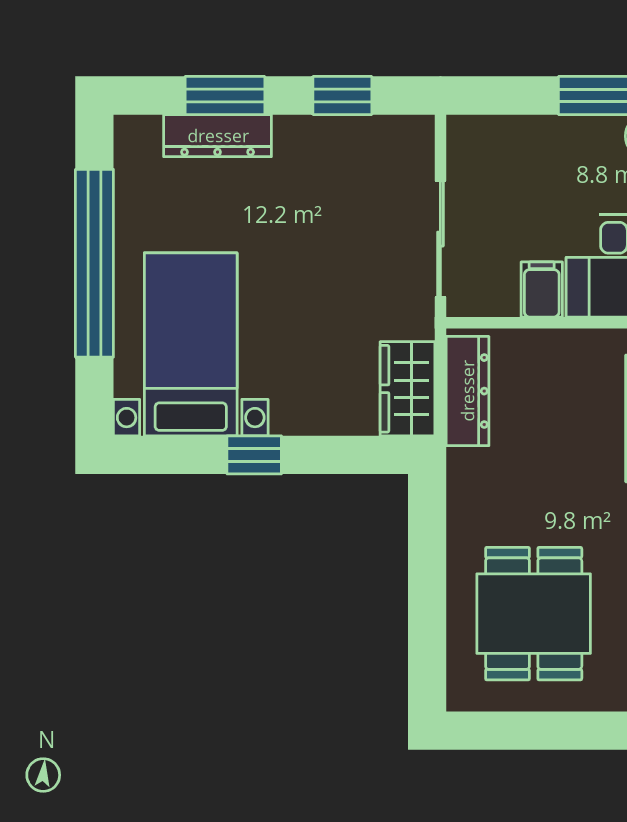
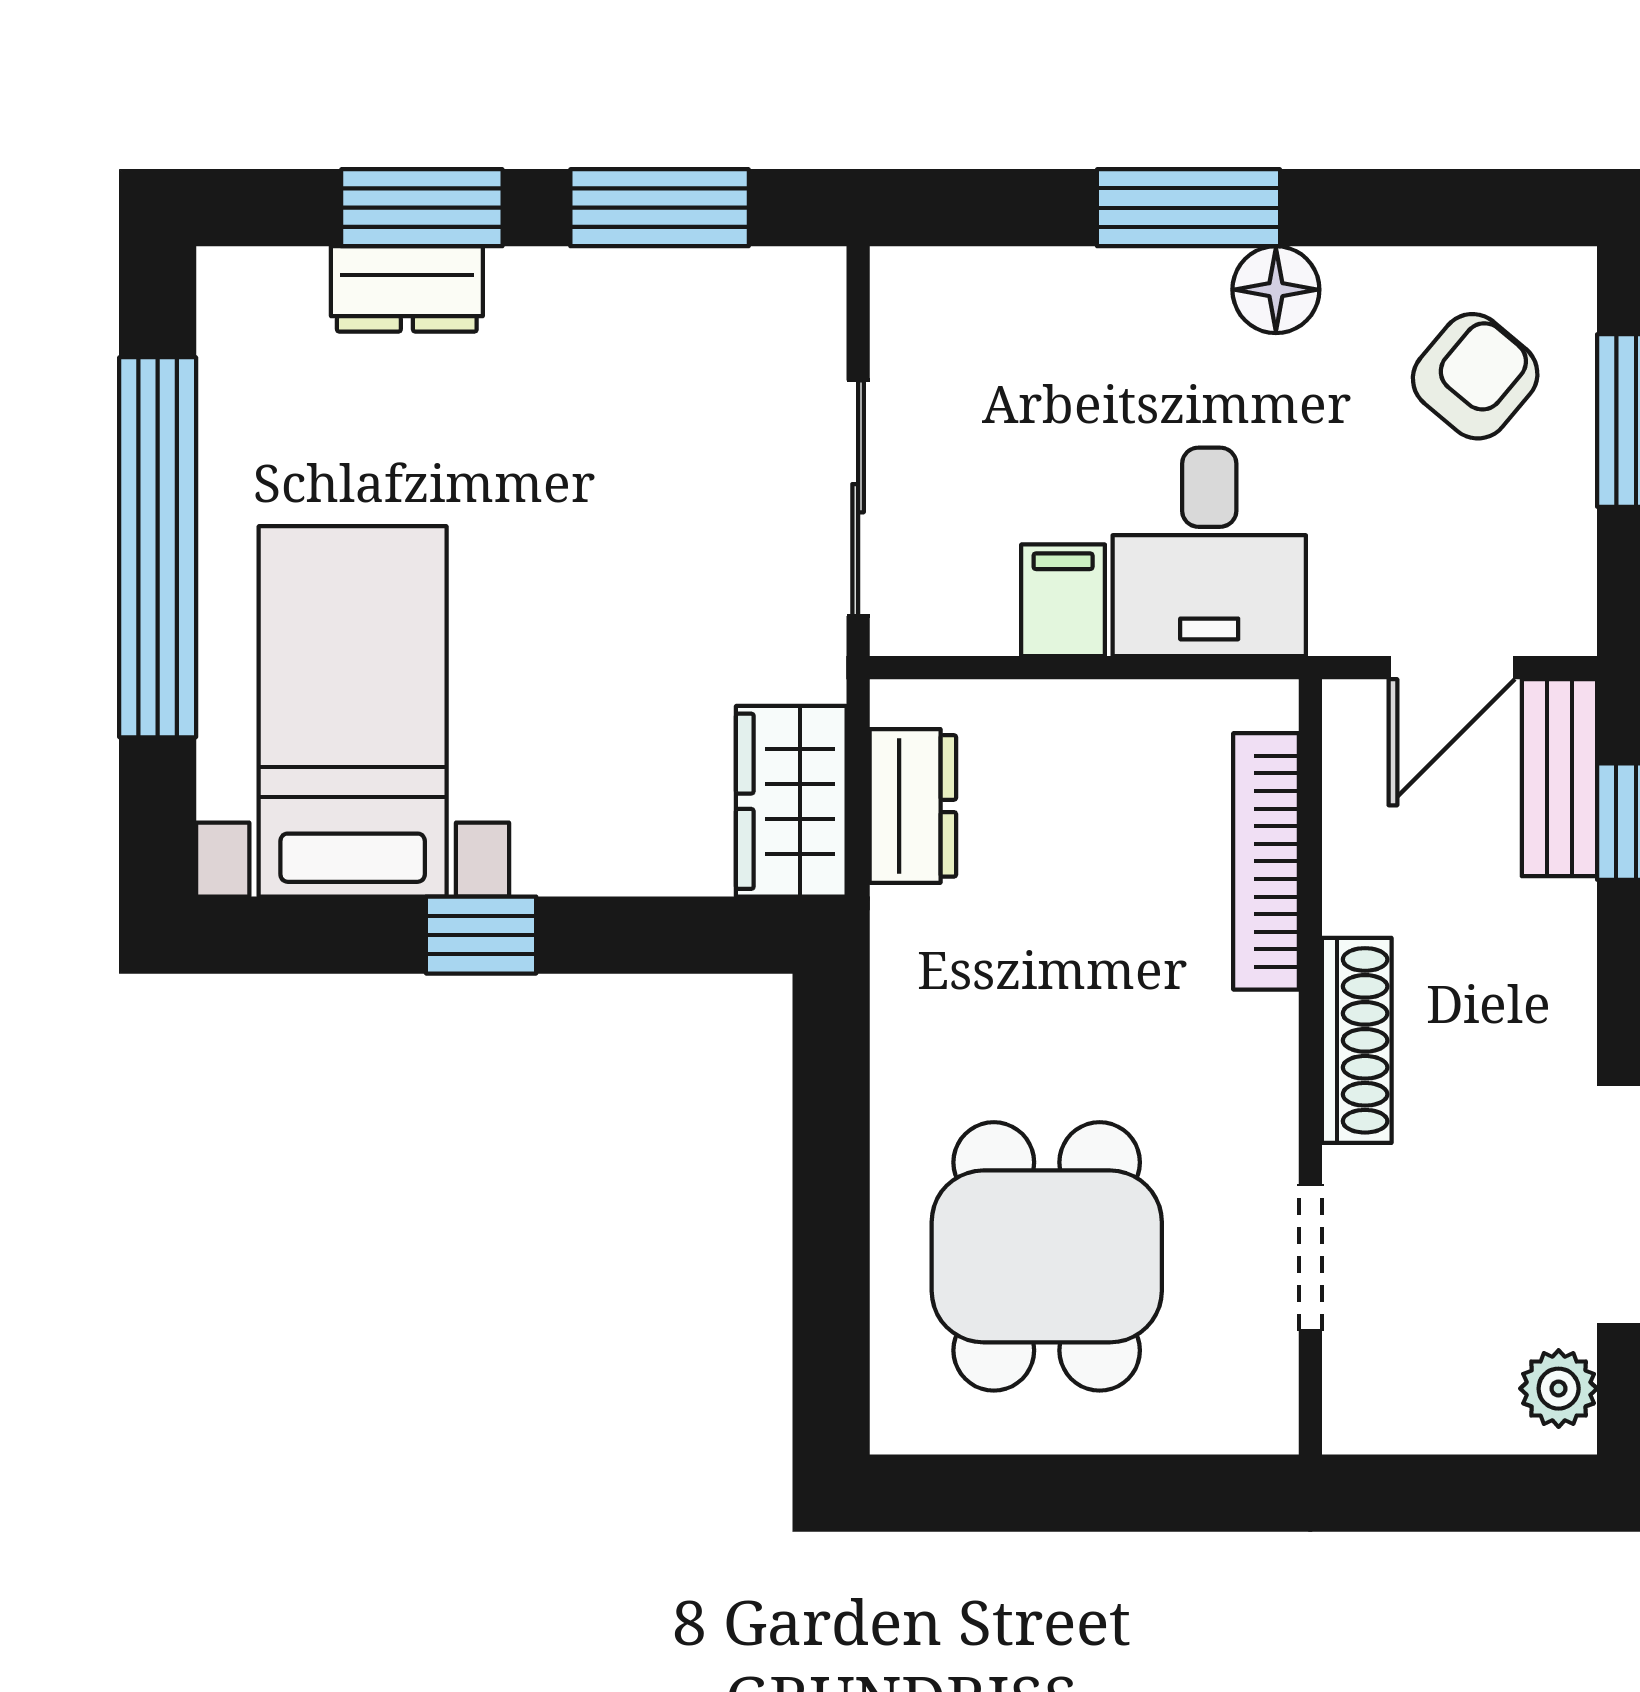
window: (342, 96) -> (660, 208), width x1.50
dresser: (218, 136) -> (407, 289), width x0.70
dresser: (468, 391) -> (913, 806), width x0.70

